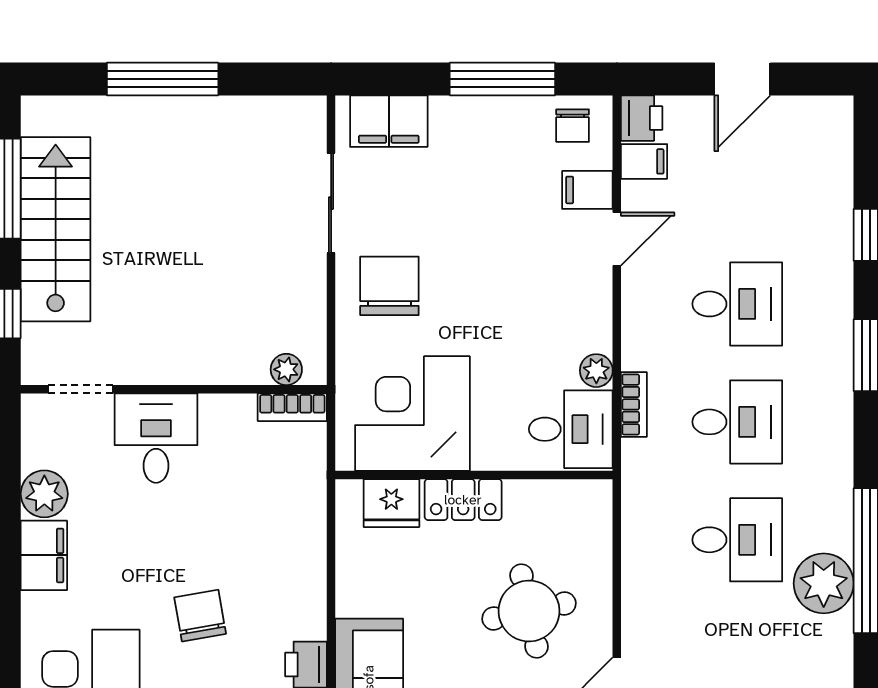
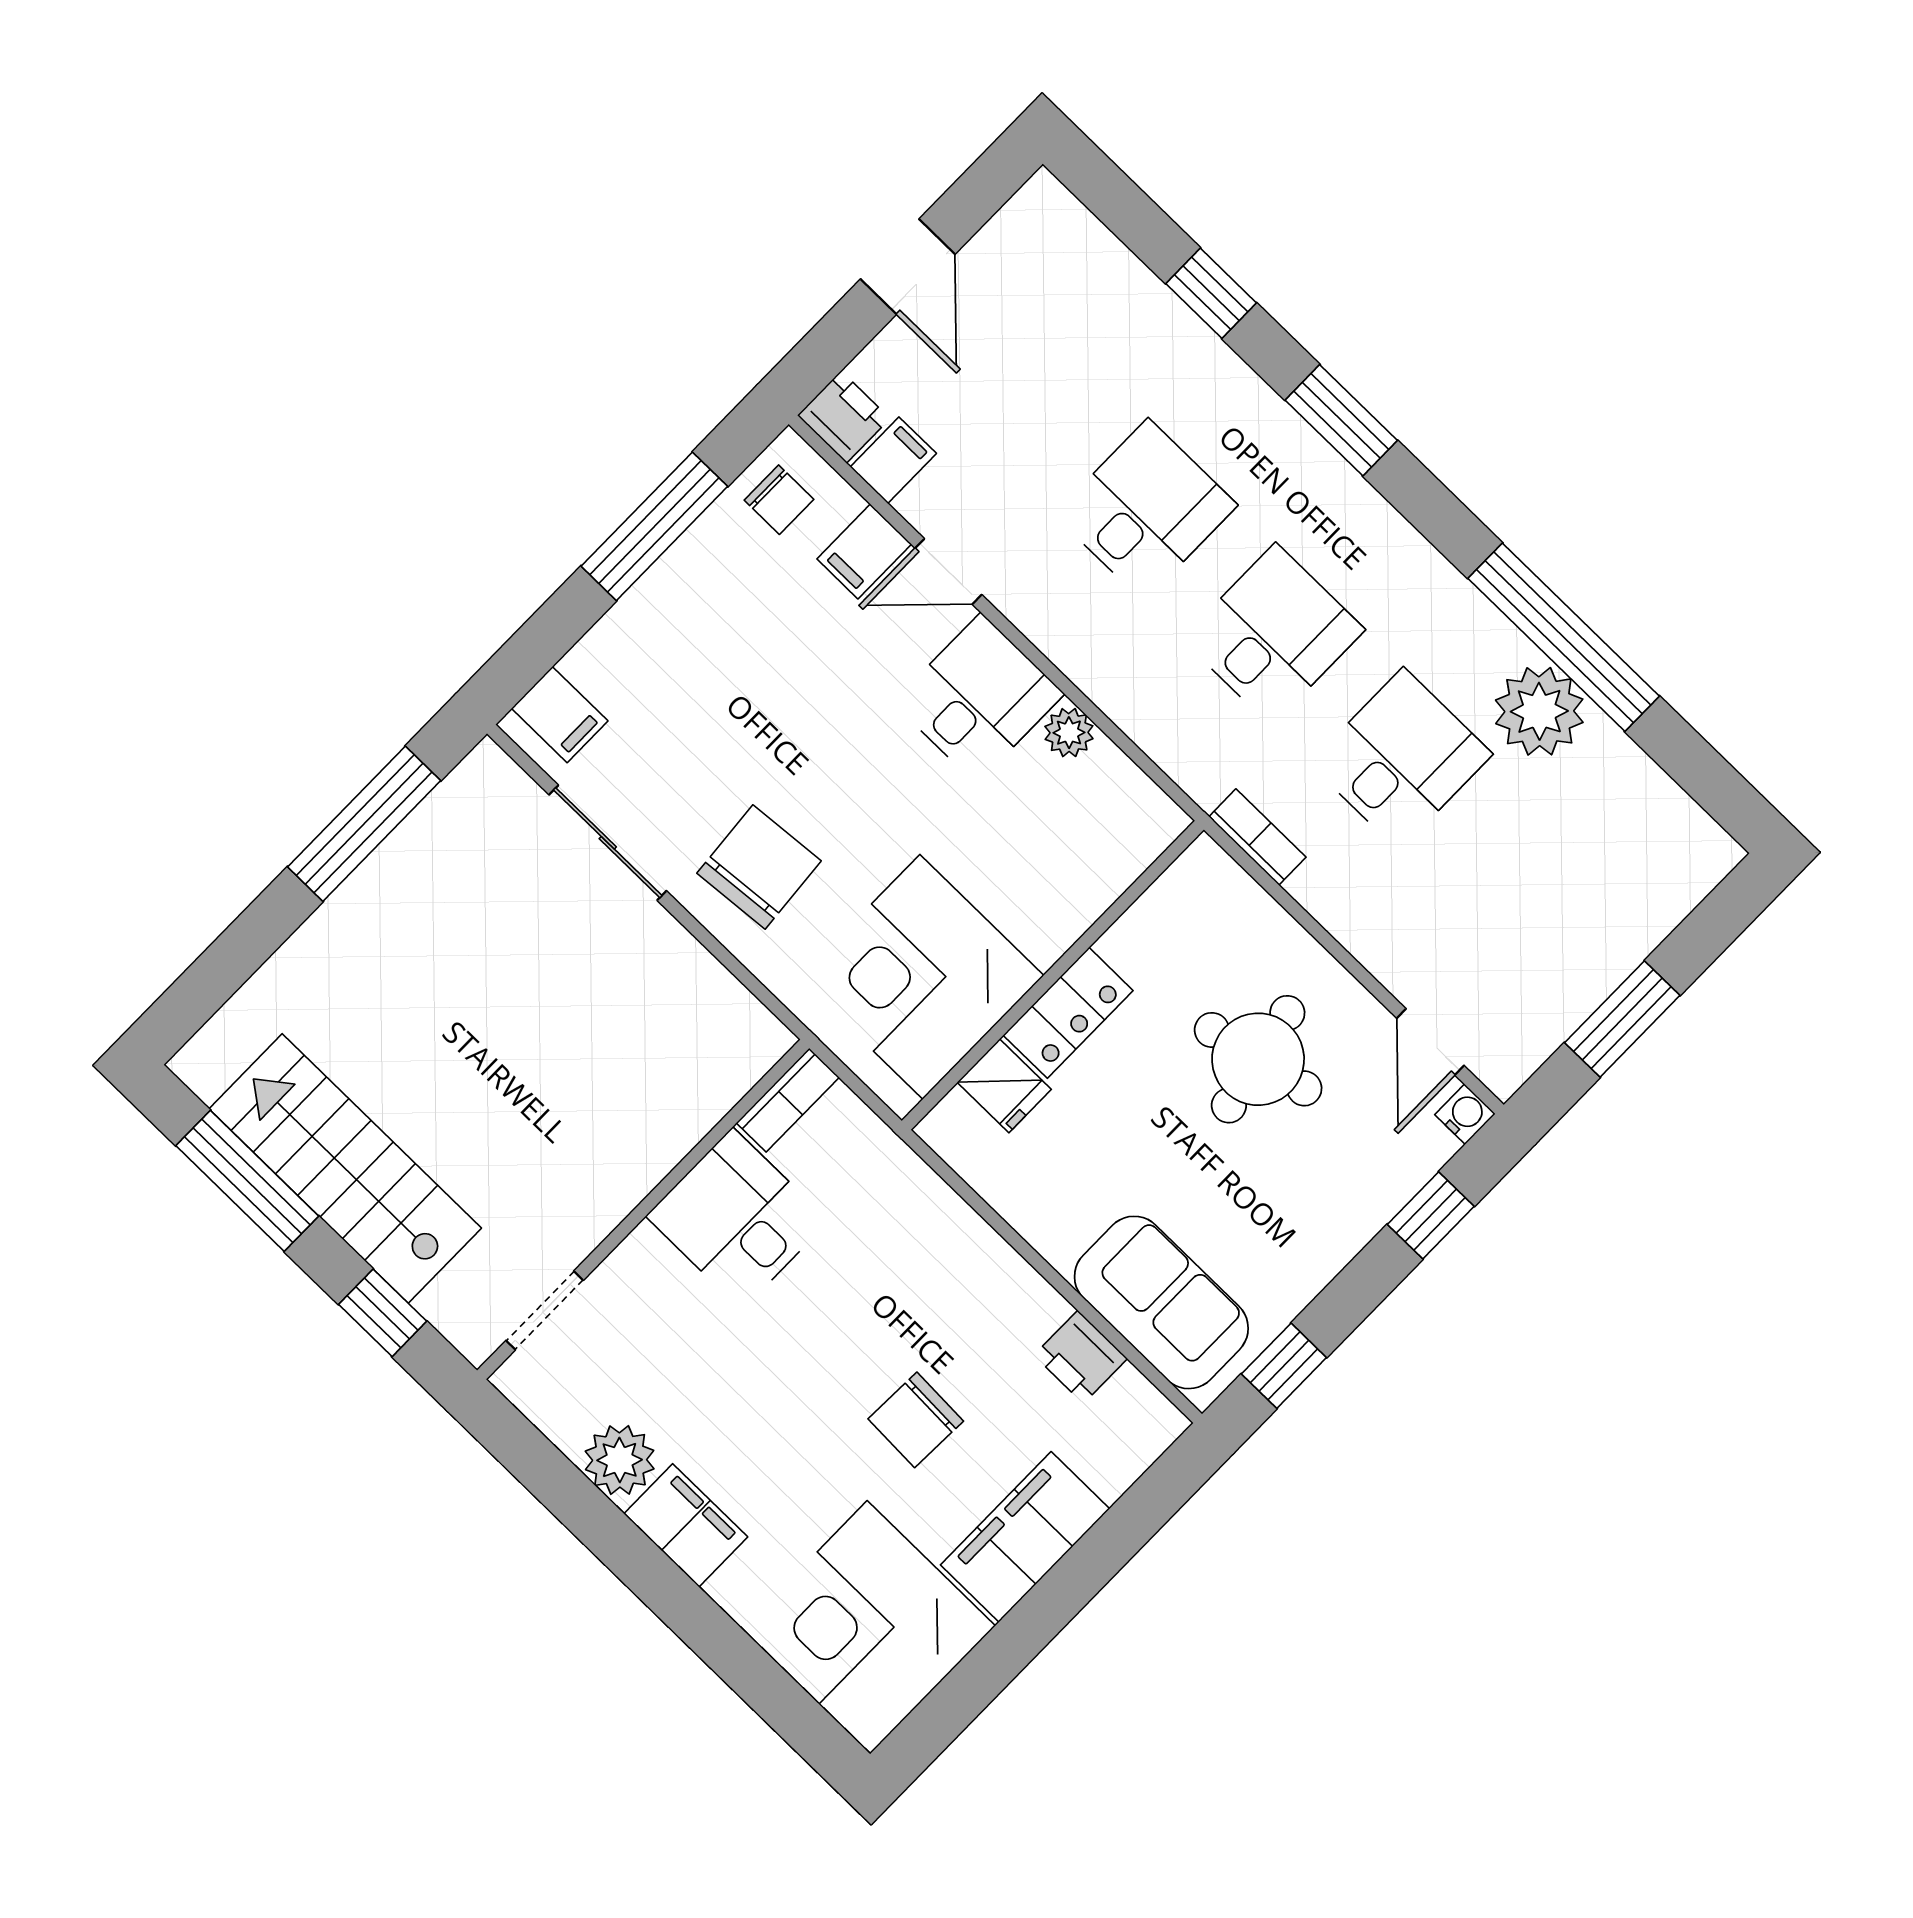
window: (163, 79) -> (364, 824), moved
filing cabinet: (389, 121) -> (560, 715), width x0.50
door: (617, 239) -> (948, 571), swing flipped
chair: (389, 286) -> (759, 867), turned 85
plant: (286, 369) -> (741, 1067), removed
bookcase: (634, 404) -> (1257, 837), moved
desk: (571, 429) -> (979, 698), moved
desk: (156, 438) -> (737, 1219), moved
fridge: (391, 503) -> (1004, 1086), width x0.72
chair: (200, 616) -> (916, 1420), turned -78

